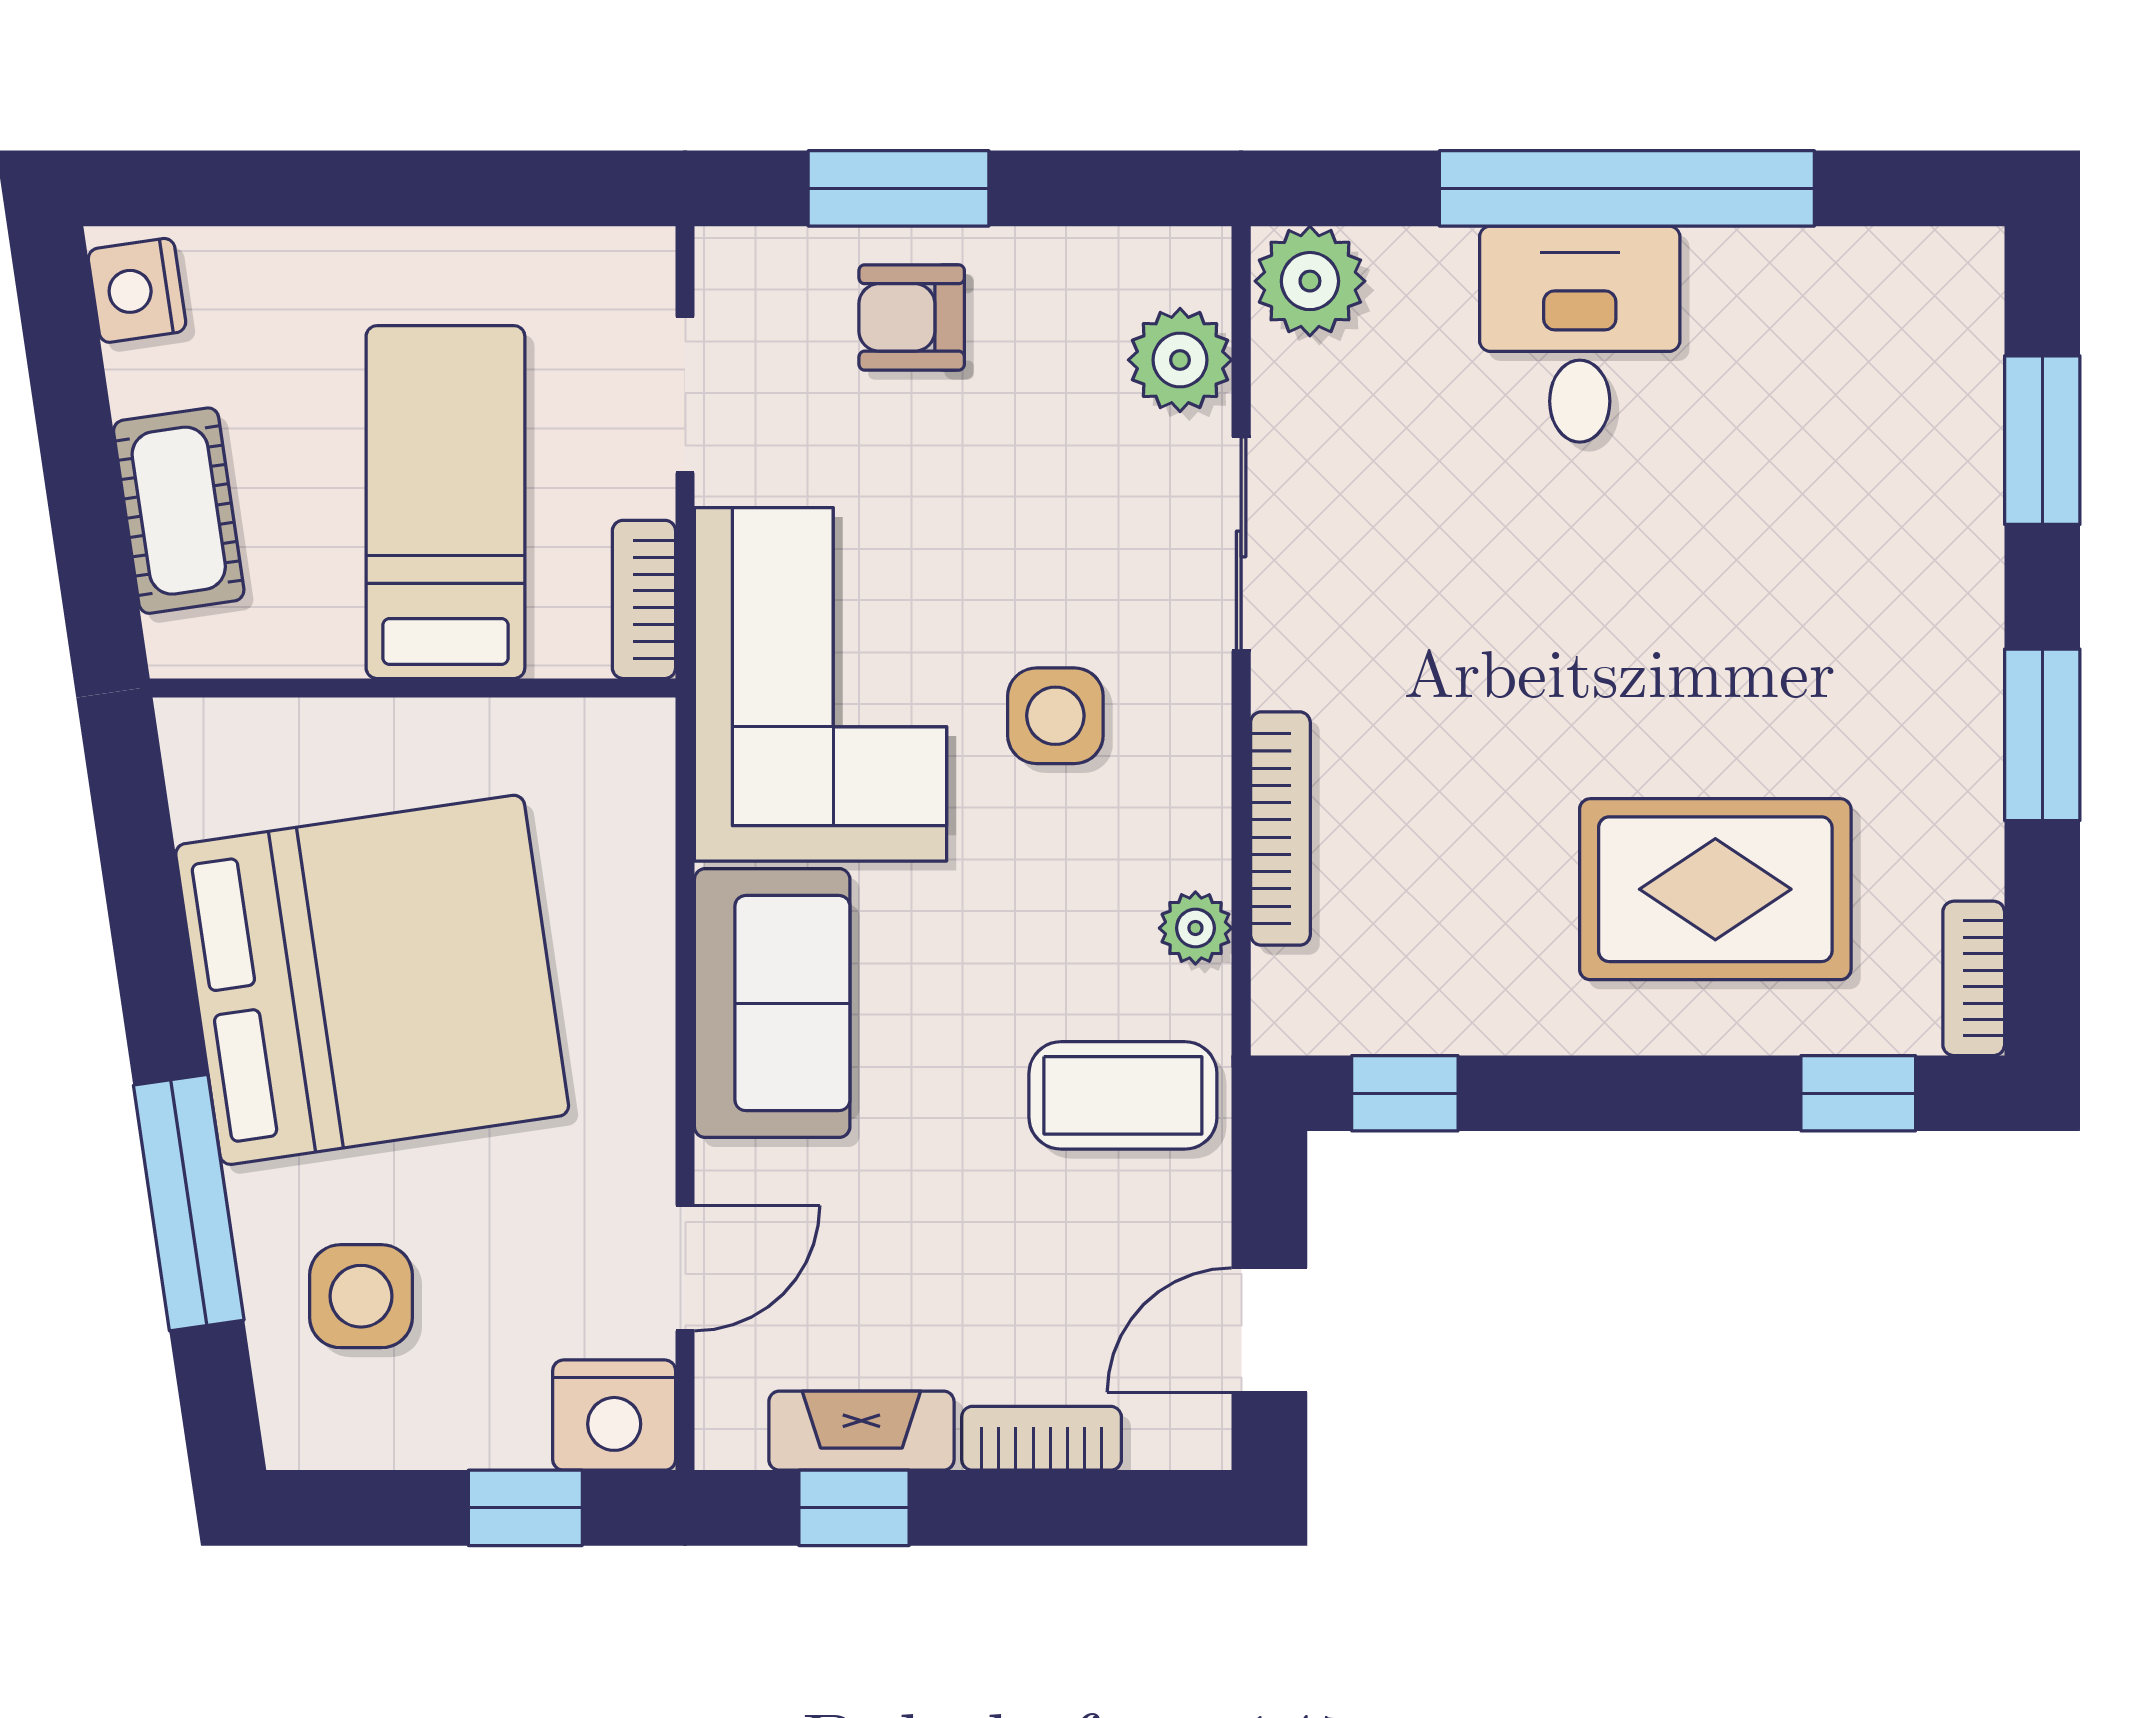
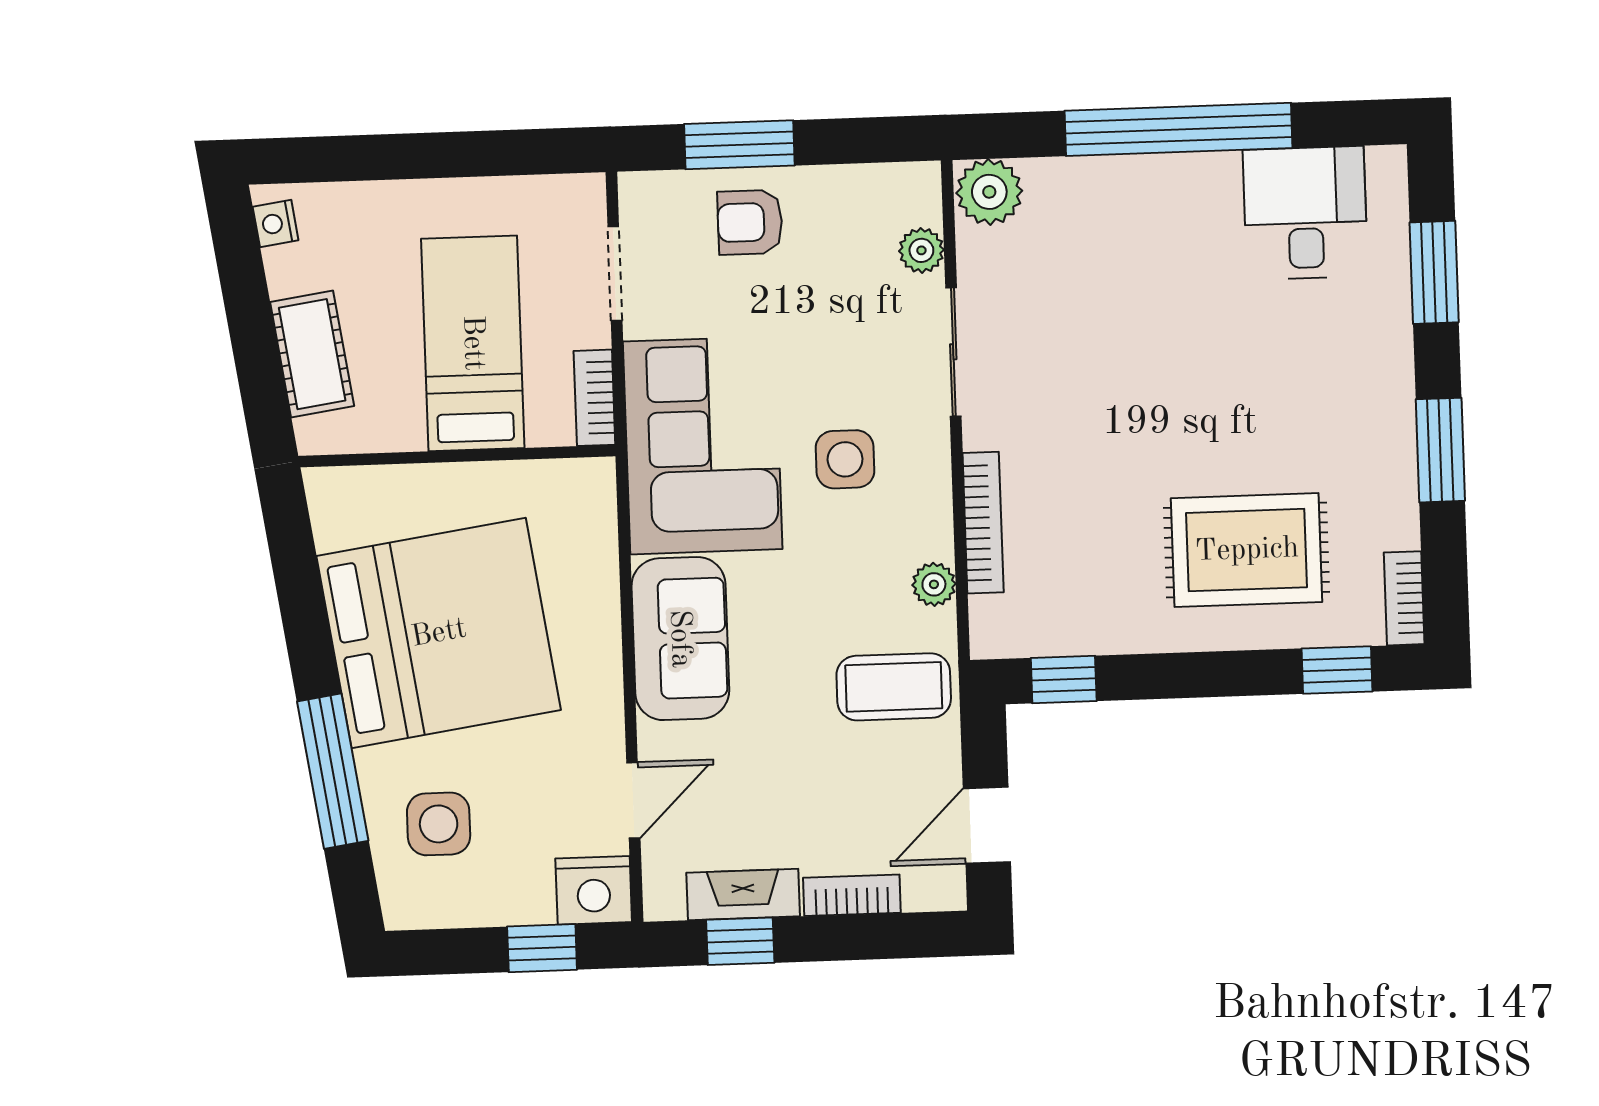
nightstand: (137, 290) -> (276, 223), width x0.72, depth x0.74
desk: (1580, 334) -> (1305, 213), moved
plant: (1180, 360) -> (921, 250), width x0.73, depth x0.73

